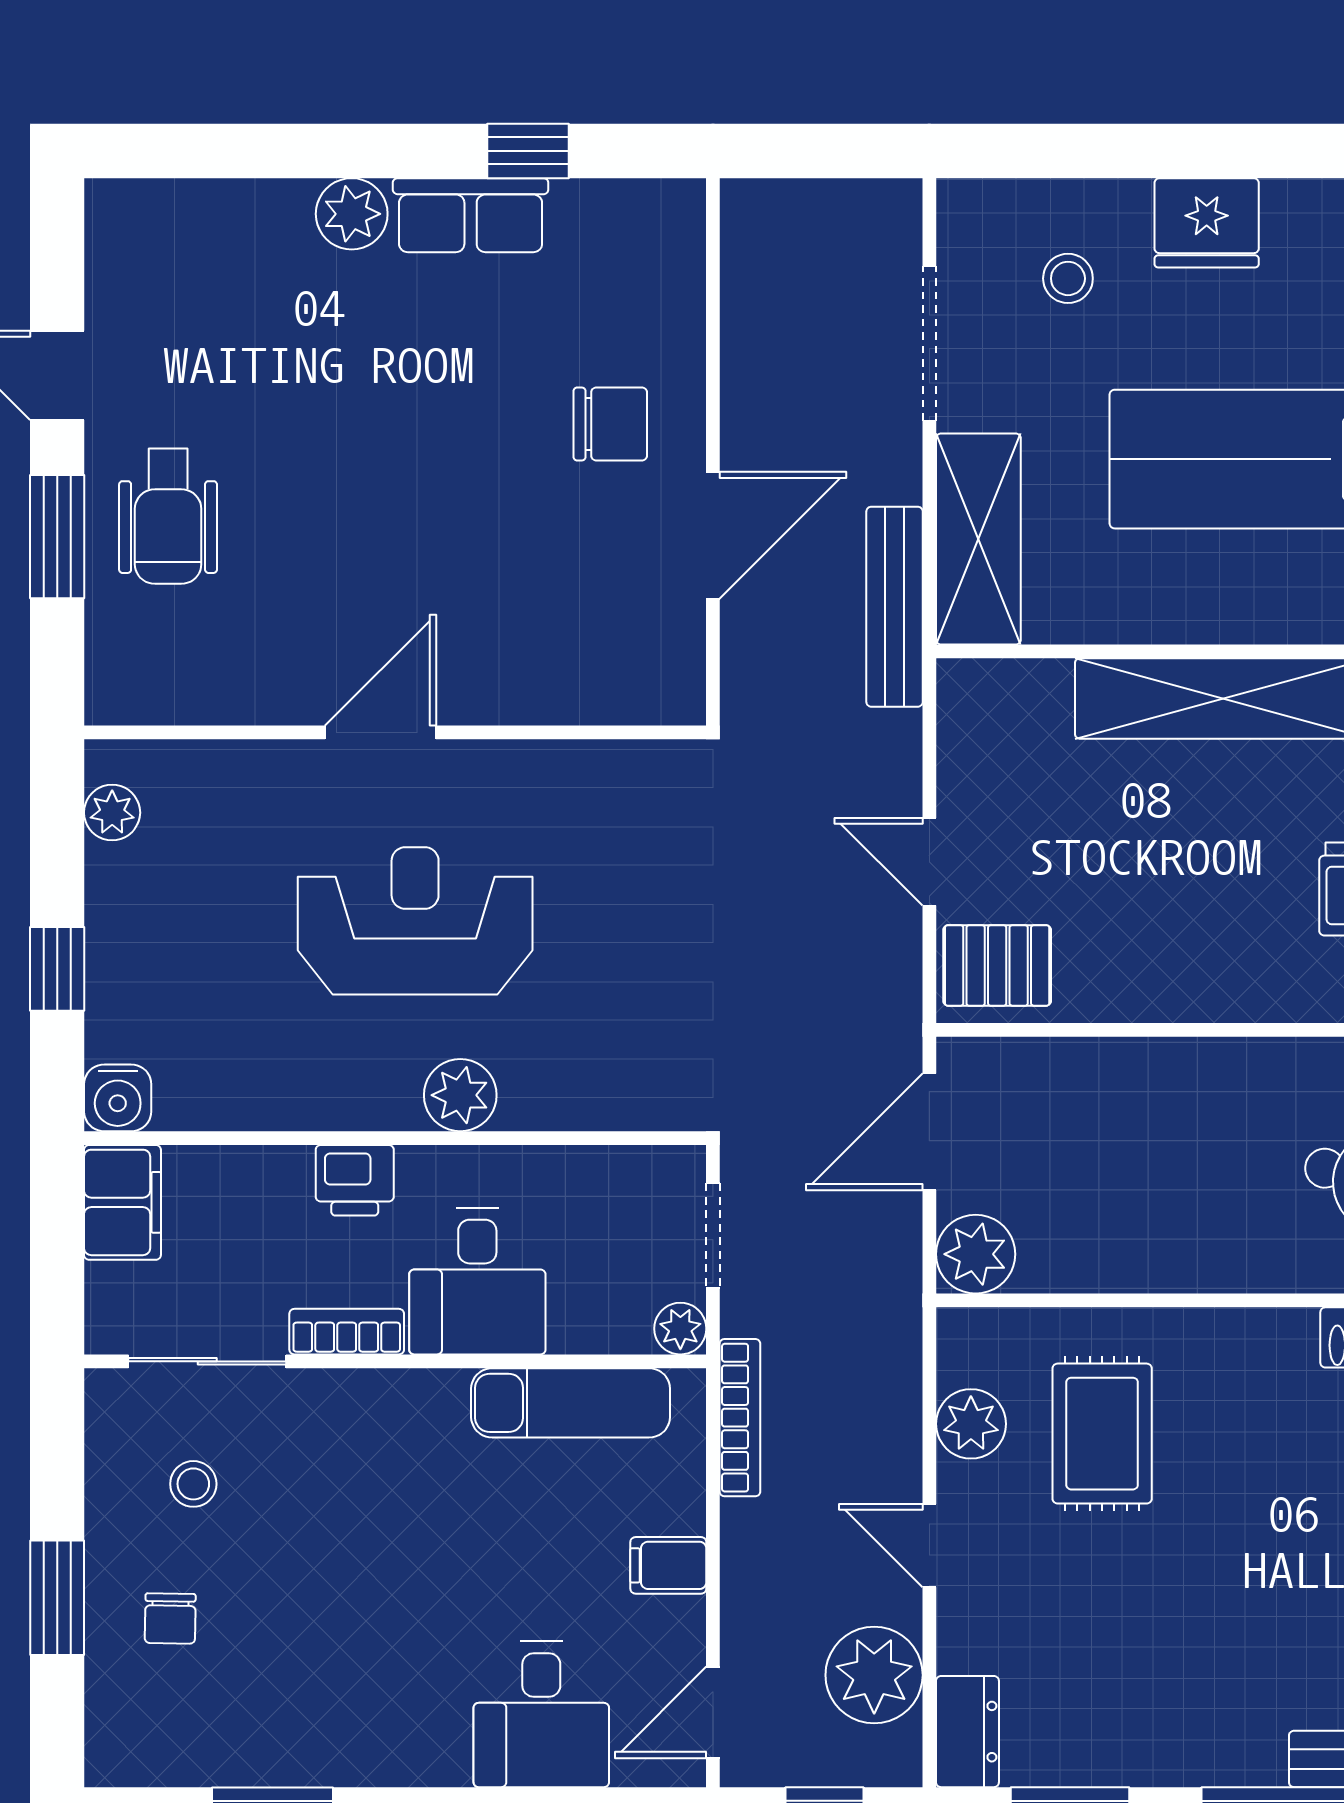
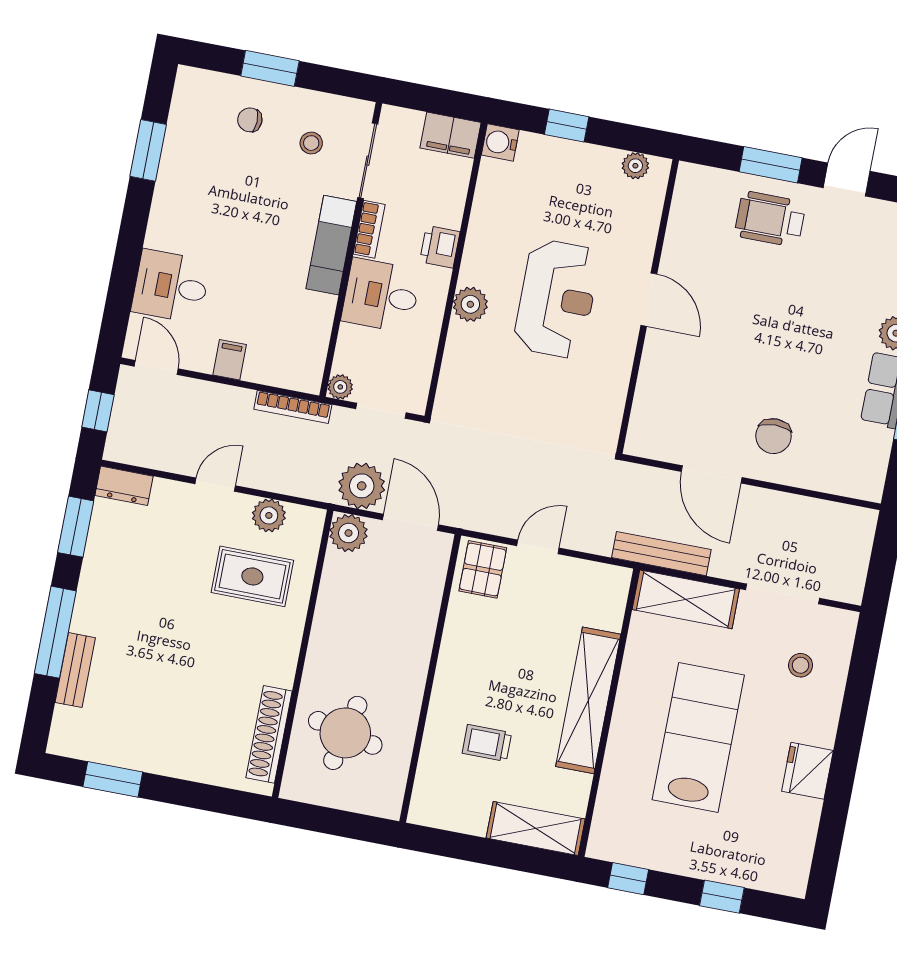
fridge: (1207, 223) -> (807, 771), moved
exam couch: (571, 1403) -> (331, 245), moved
plant: (874, 1675) -> (362, 486), moved

